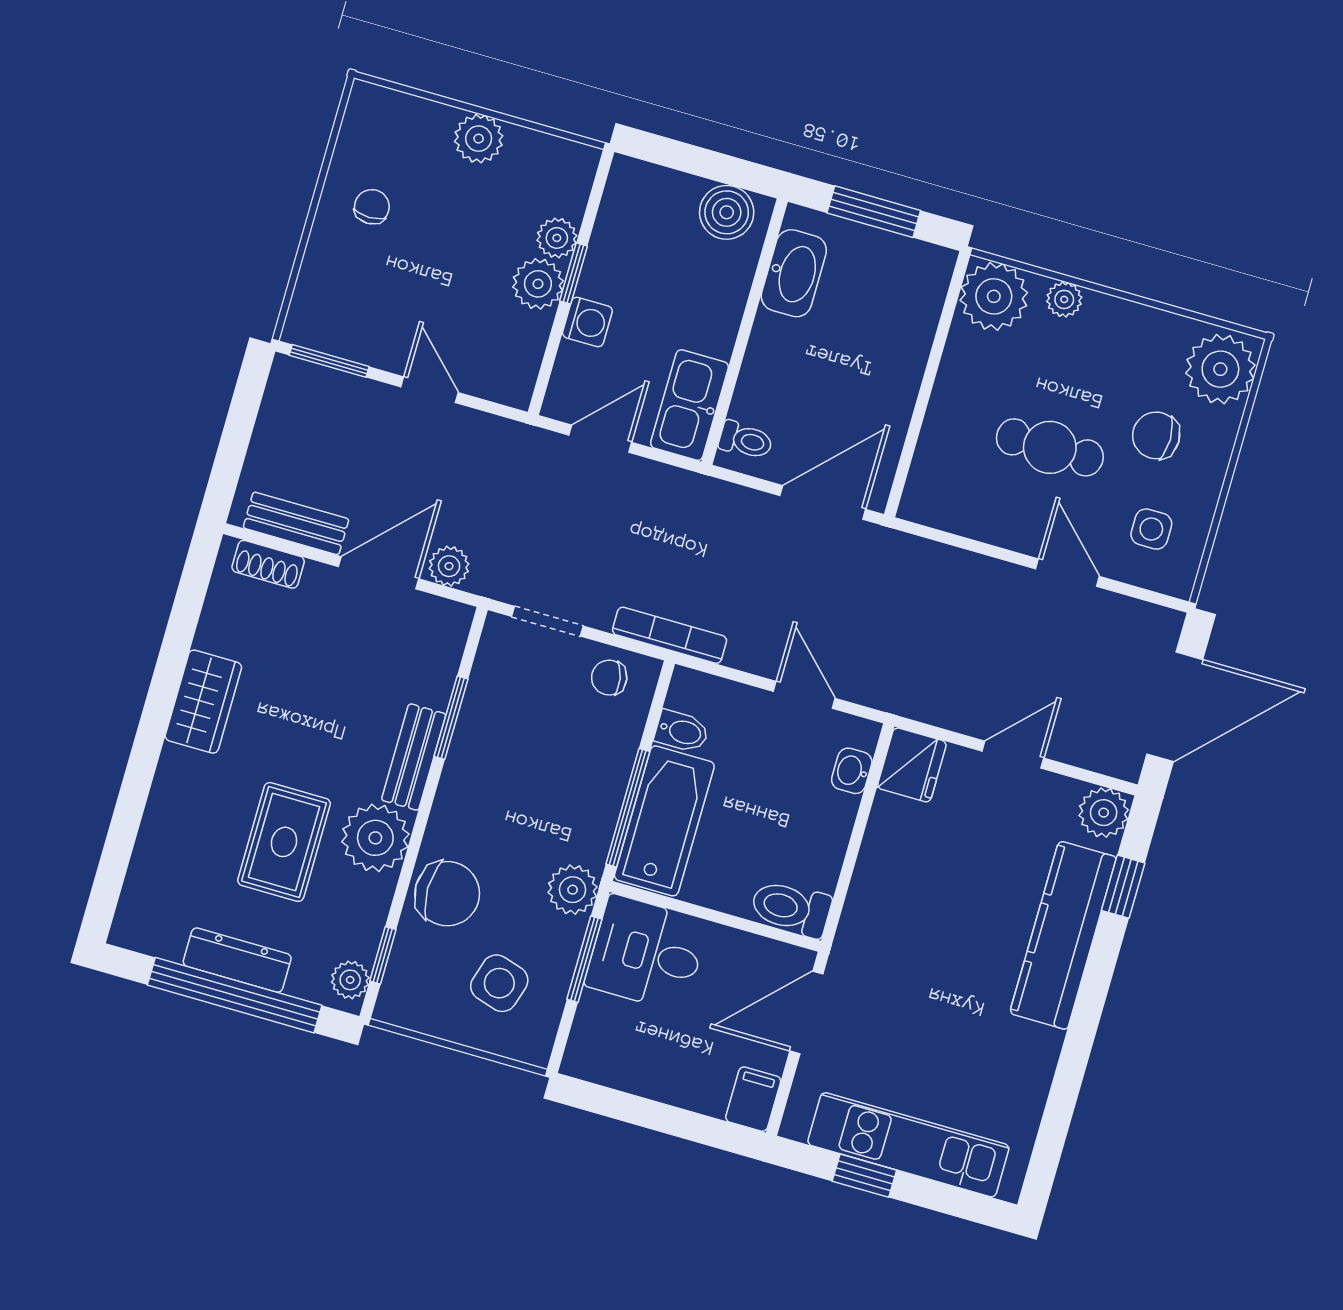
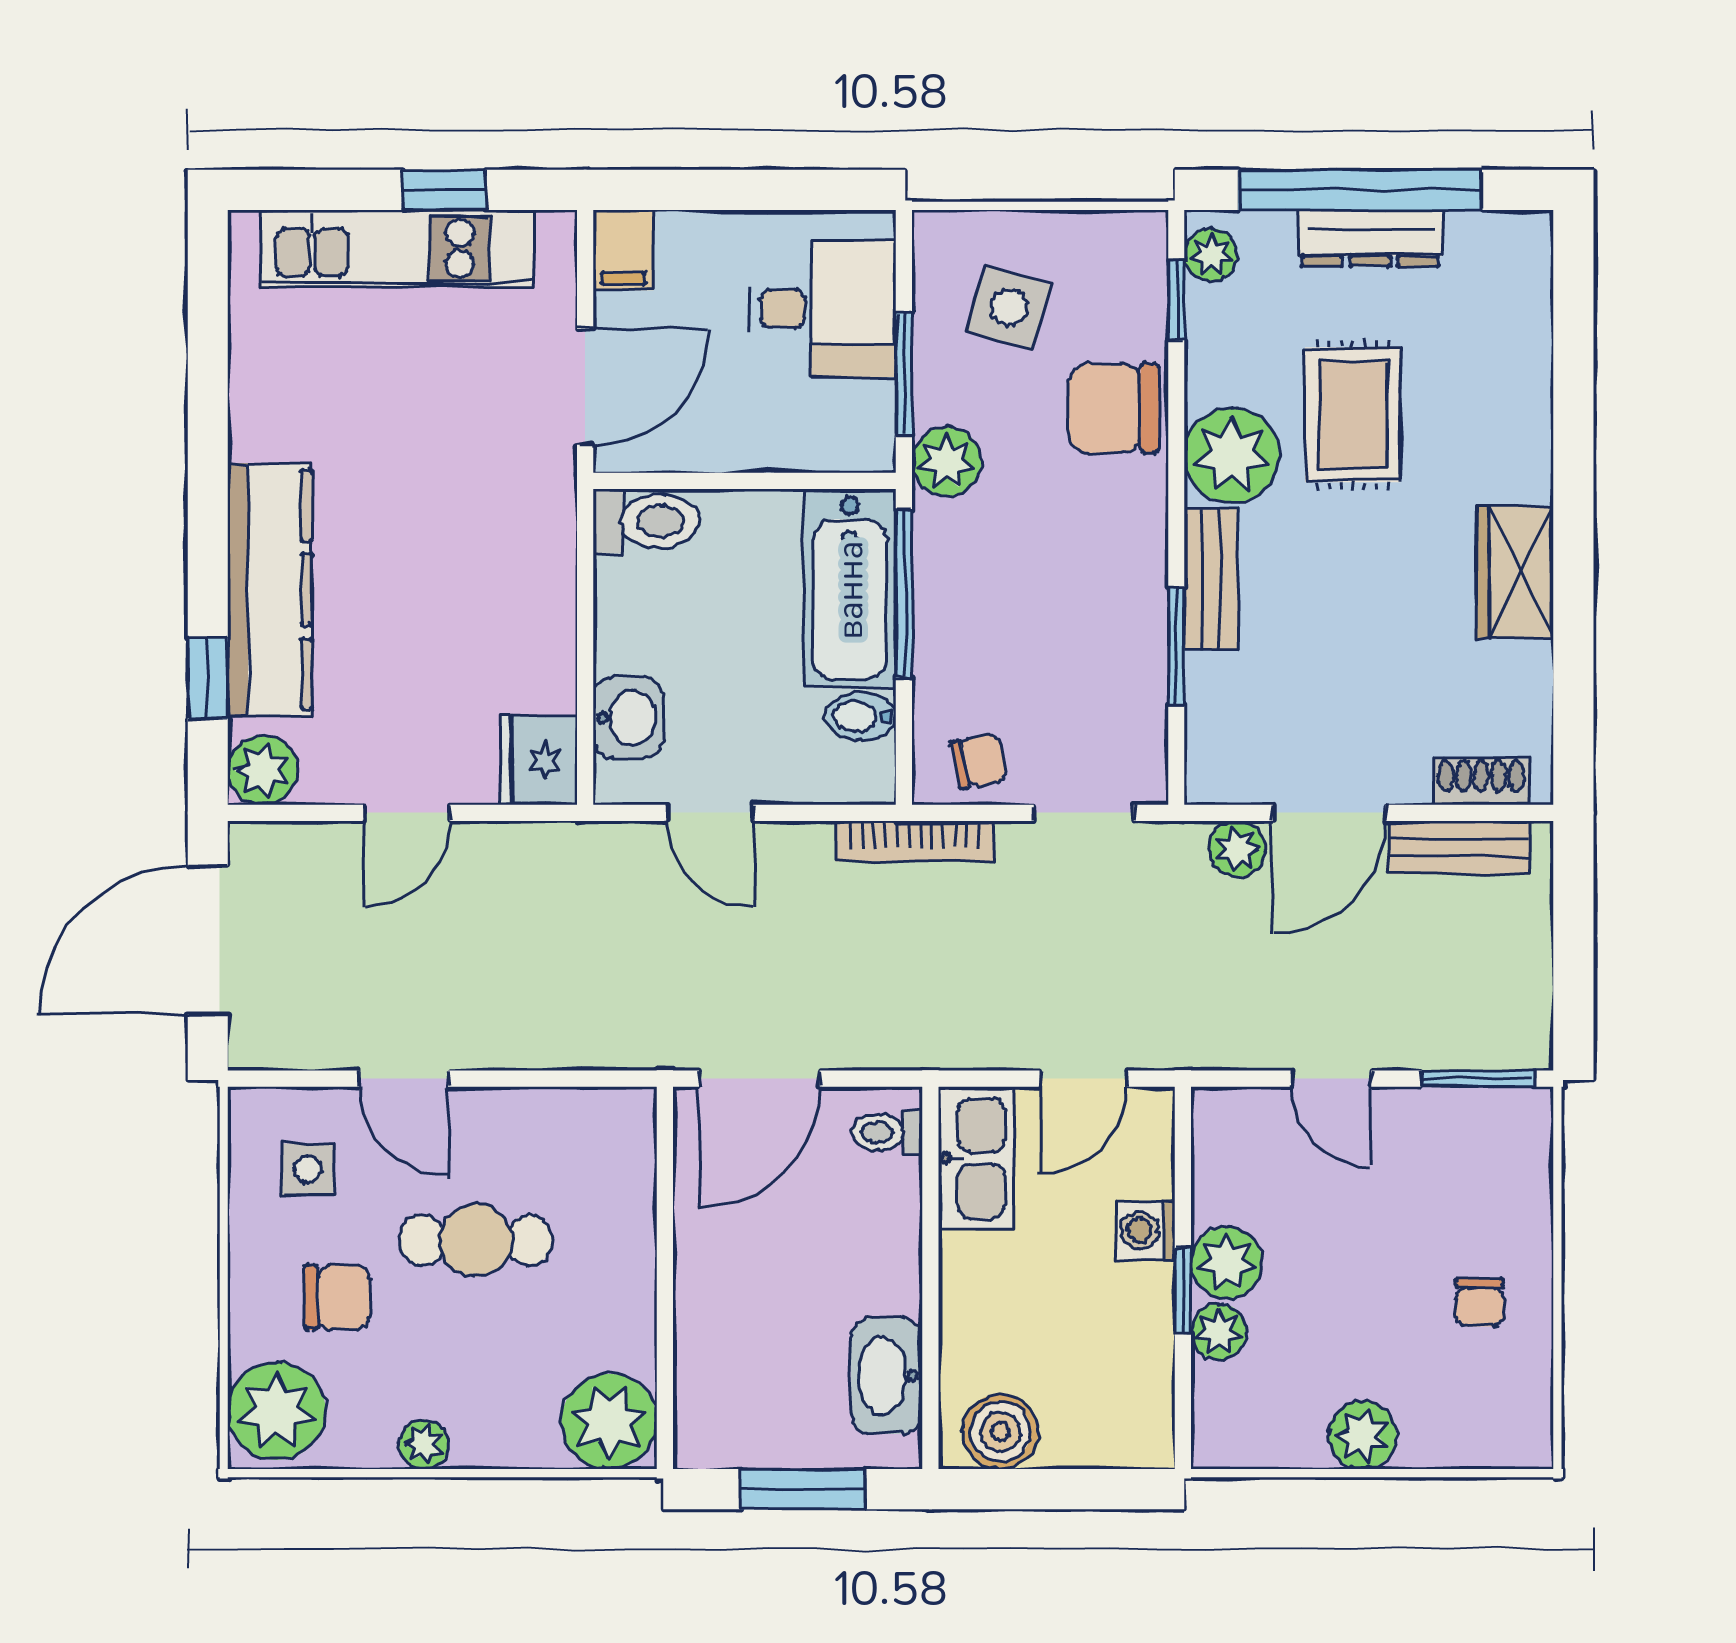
plant: (1064, 299) -> (424, 1444), moved
washbasin: (852, 771) -> (628, 718), width x1.38, depth x1.45
desk: (647, 953) -> (823, 309), moved

